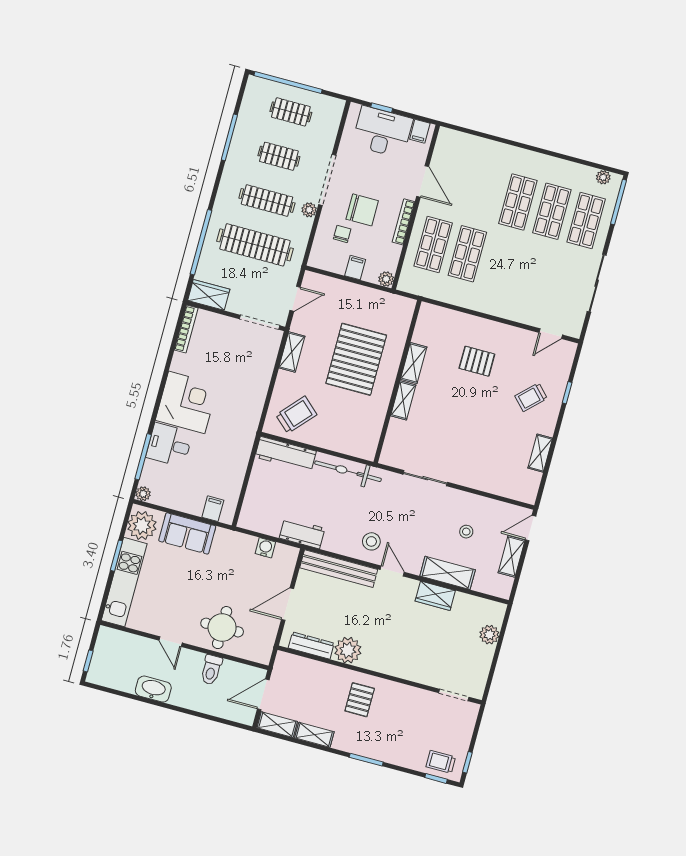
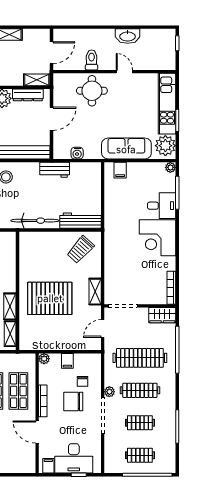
pallet: (356, 359) -> (50, 298), turned 90
shelving: (403, 400) -> (10, 334), moved
sofa: (187, 533) -> (126, 149), width x1.36
shelving: (277, 725) -> (37, 80), moved

